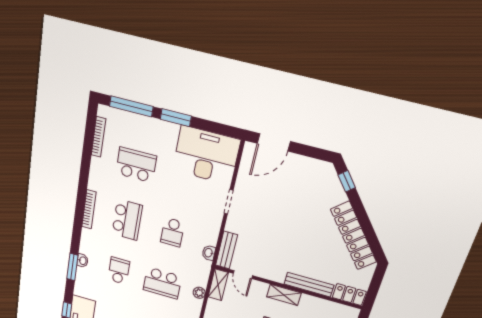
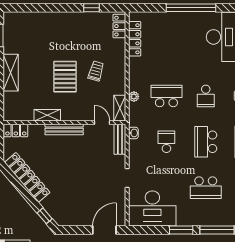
bench: (309, 285) -> (64, 130), moved
shelving: (284, 295) -> (47, 115), moved

